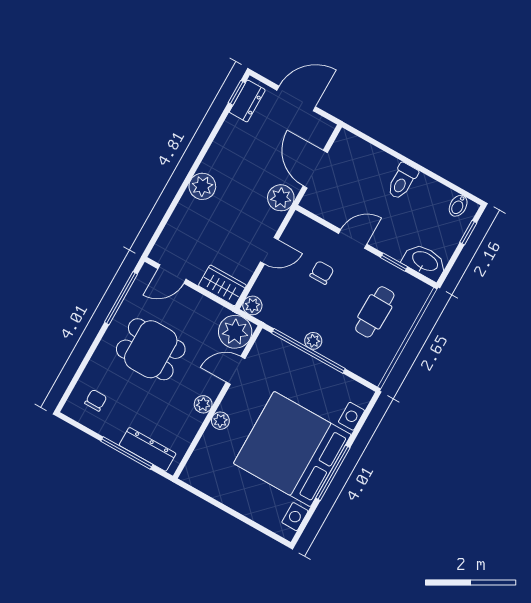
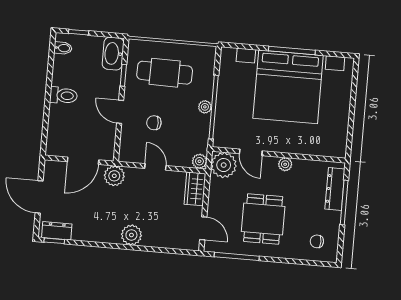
cafe table: (375, 312) -> (165, 73), width x1.37, depth x1.35
plant: (220, 421) -> (291, 147), removed

